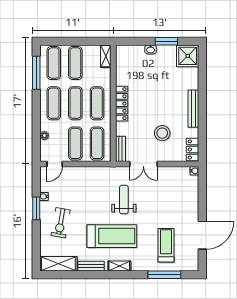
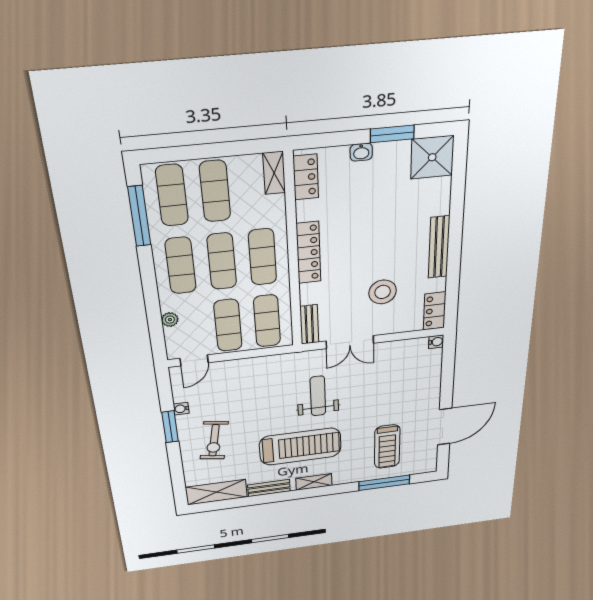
locker: (122, 60) -> (306, 177), added
treadmill: (166, 245) -> (387, 447), turned 180

